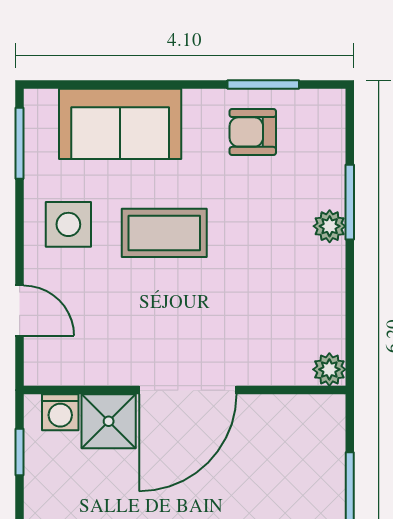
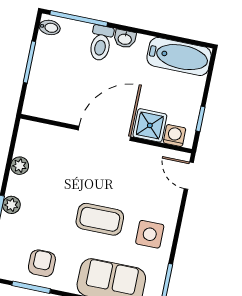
armchair: (253, 132) -> (42, 263), turned -90
door: (20, 311) -> (189, 176), moved
plant: (329, 369) -> (20, 166), moved

